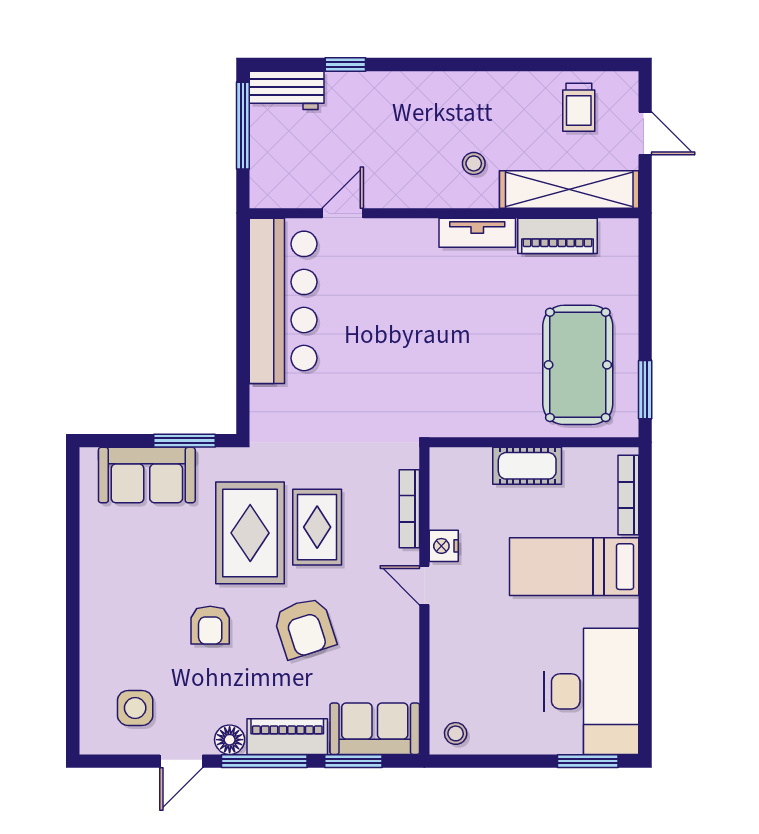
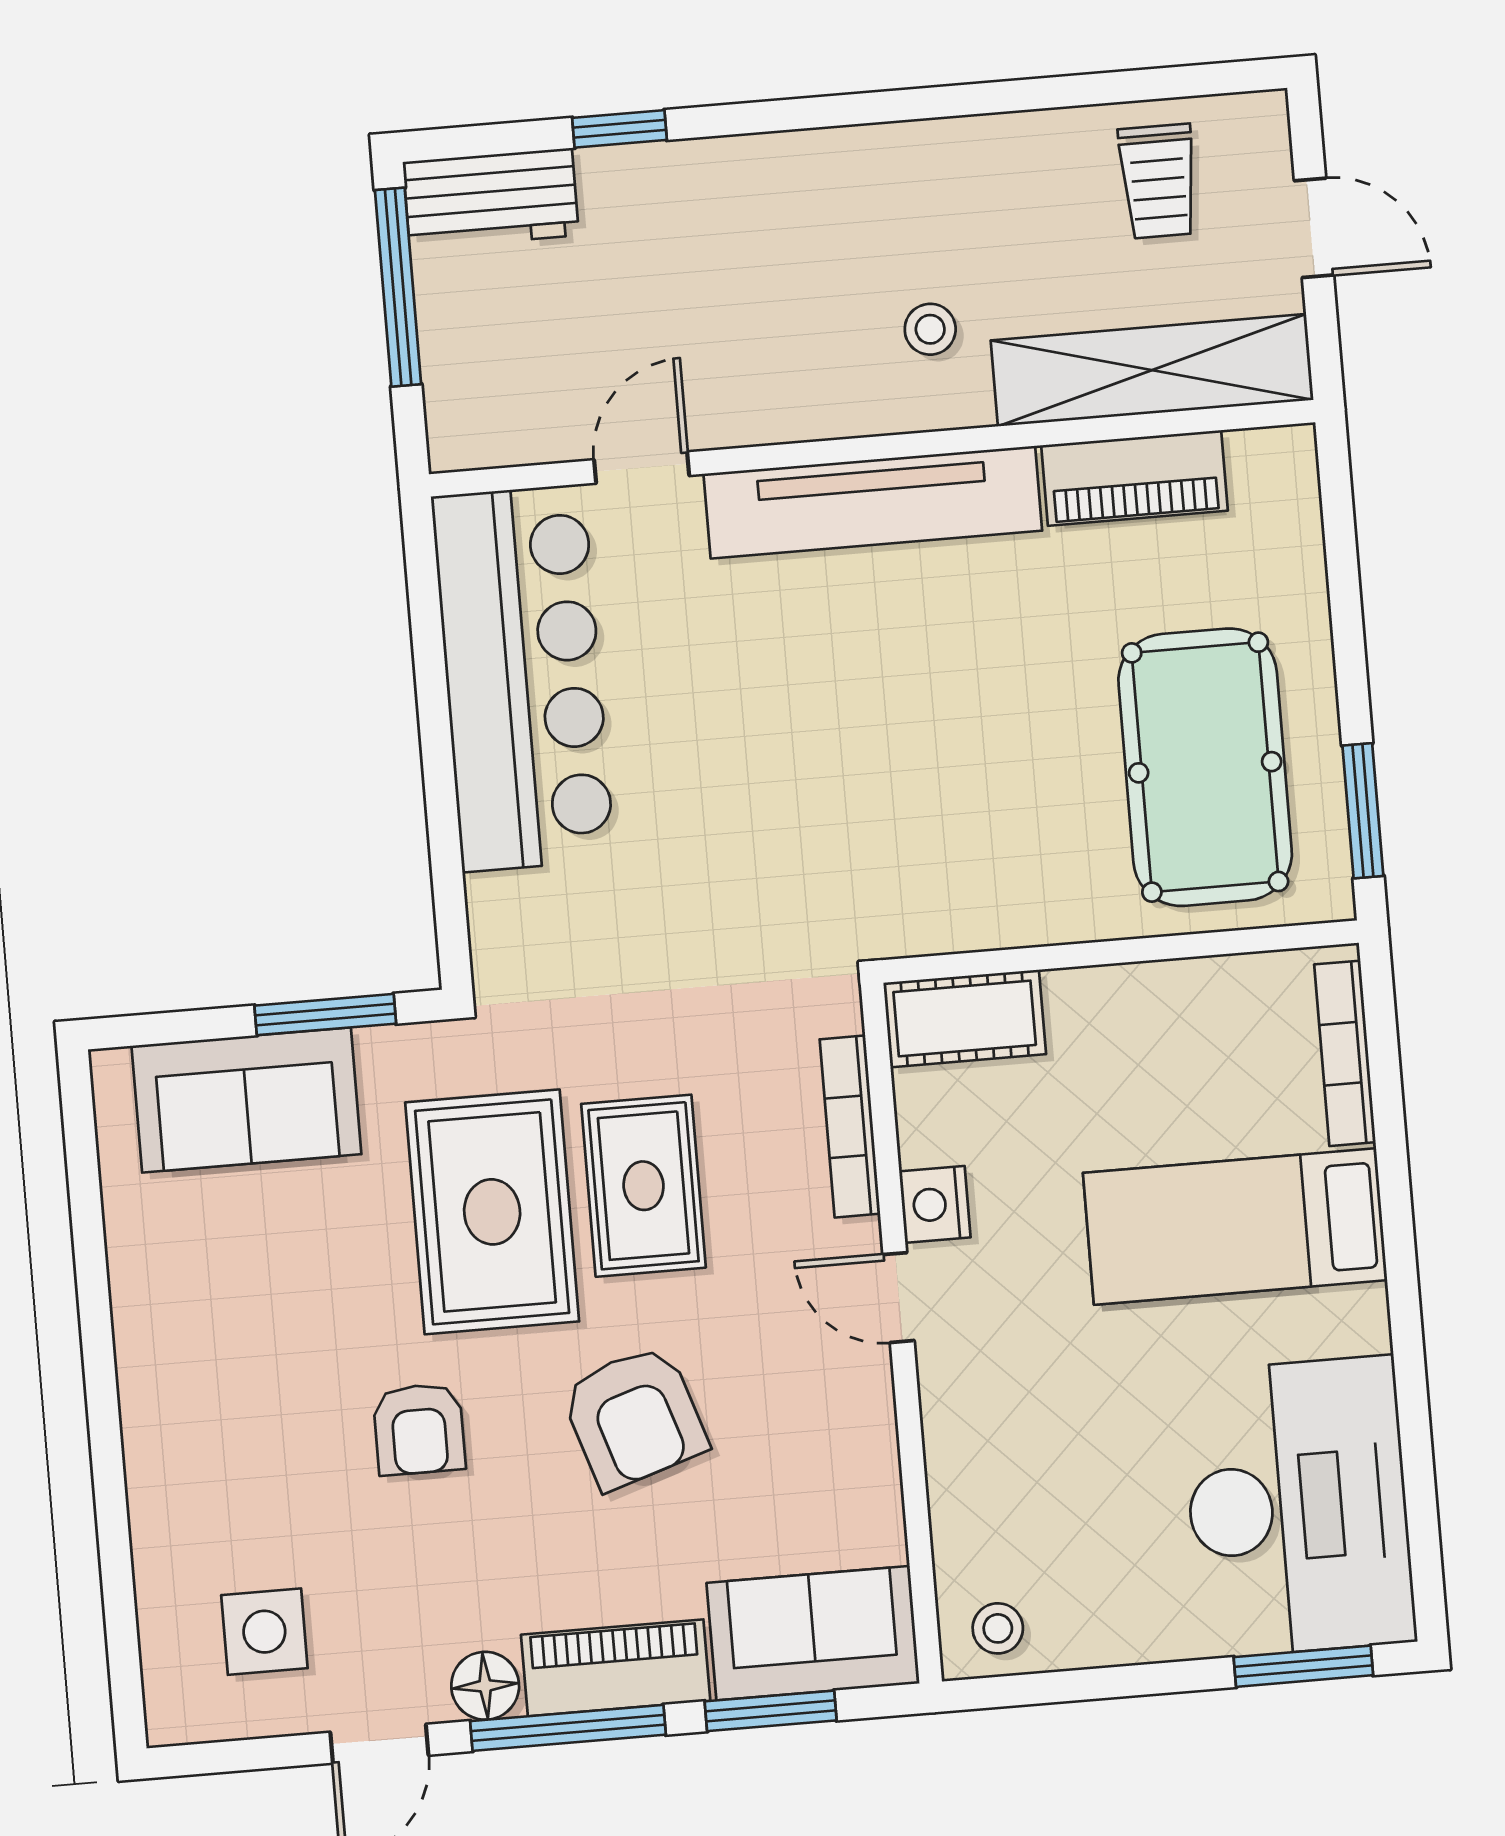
tv unit: (477, 233) -> (873, 502), width x1.92, depth x1.29
cot: (527, 466) -> (965, 1018), moved

